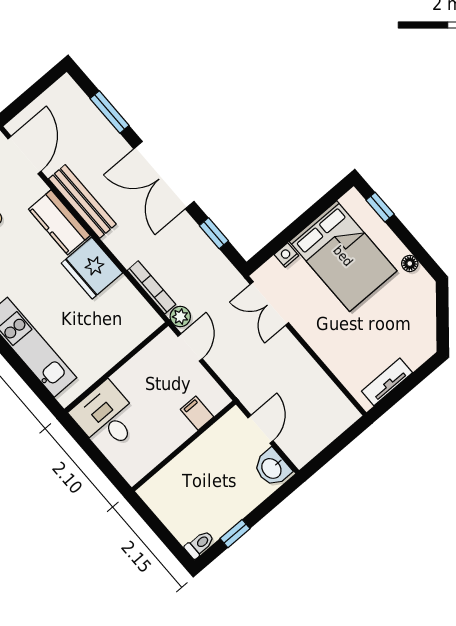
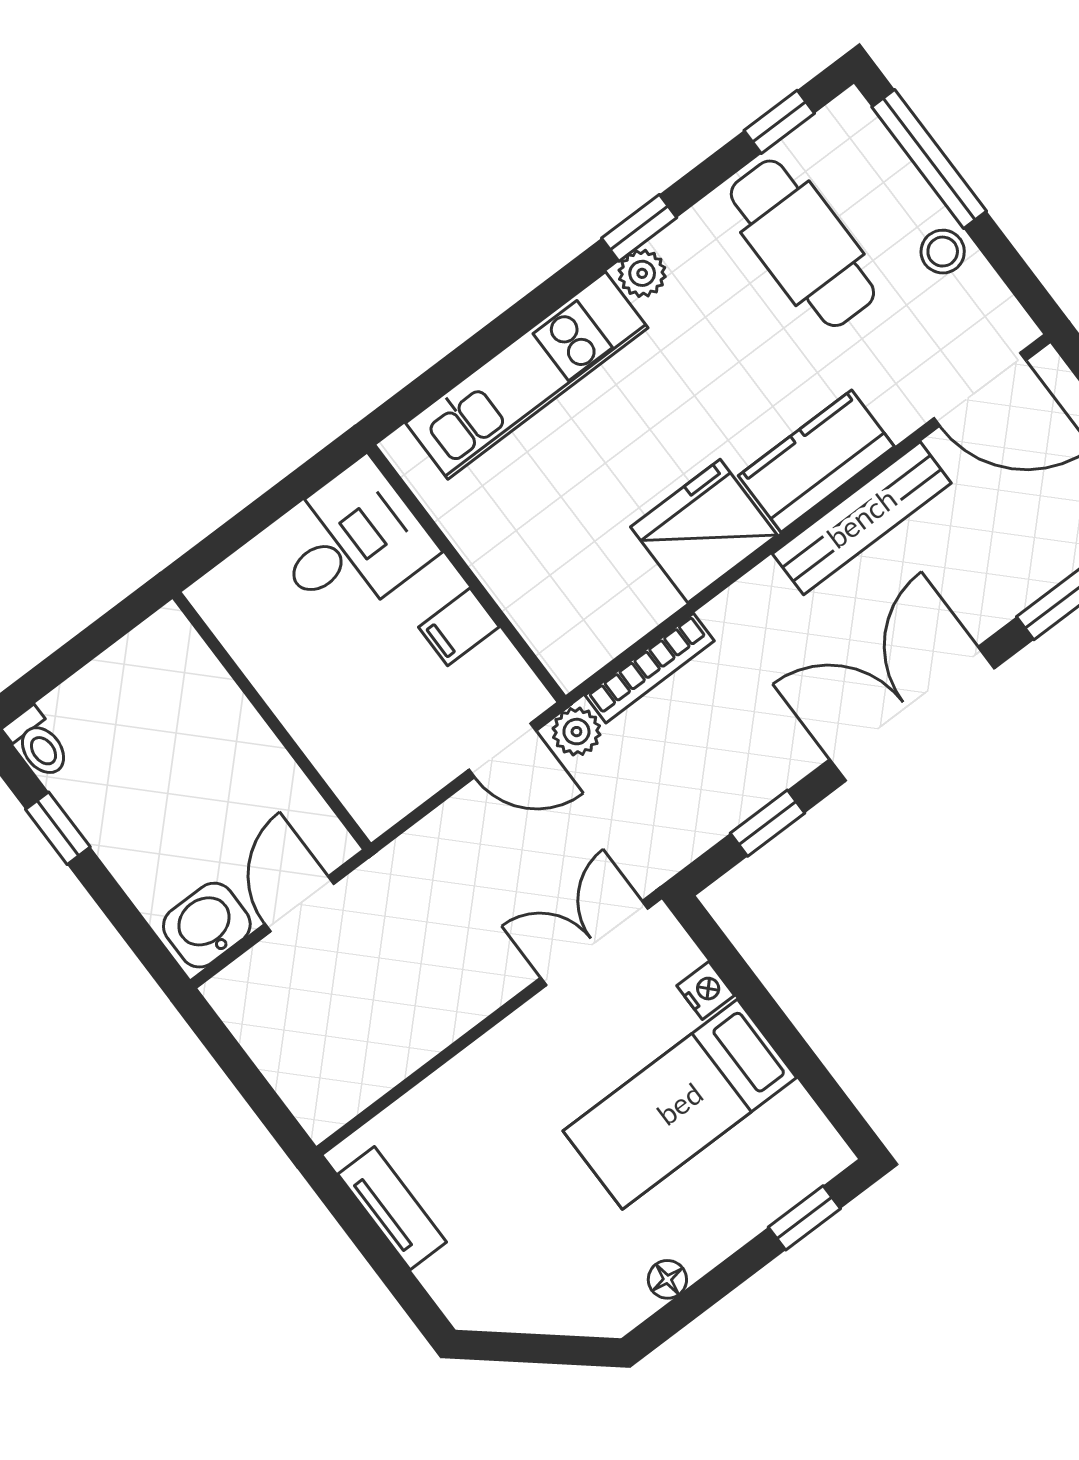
bed: (343, 256) -> (680, 1104), width x0.67
filing cabinet: (197, 413) -> (459, 627), moved, turned 180
door: (261, 429) -> (299, 904), swing flipped

